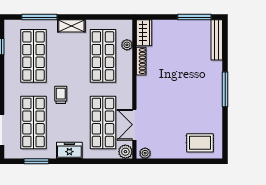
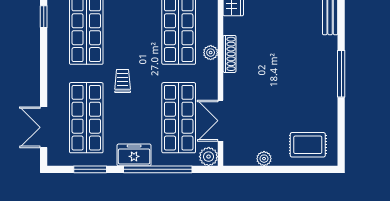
plant: (127, 45) -> (211, 53), moved
shoe rack: (141, 61) -> (230, 54), moved
plant: (145, 153) -> (264, 159), moved
window: (87, 161) -> (158, 169), added

